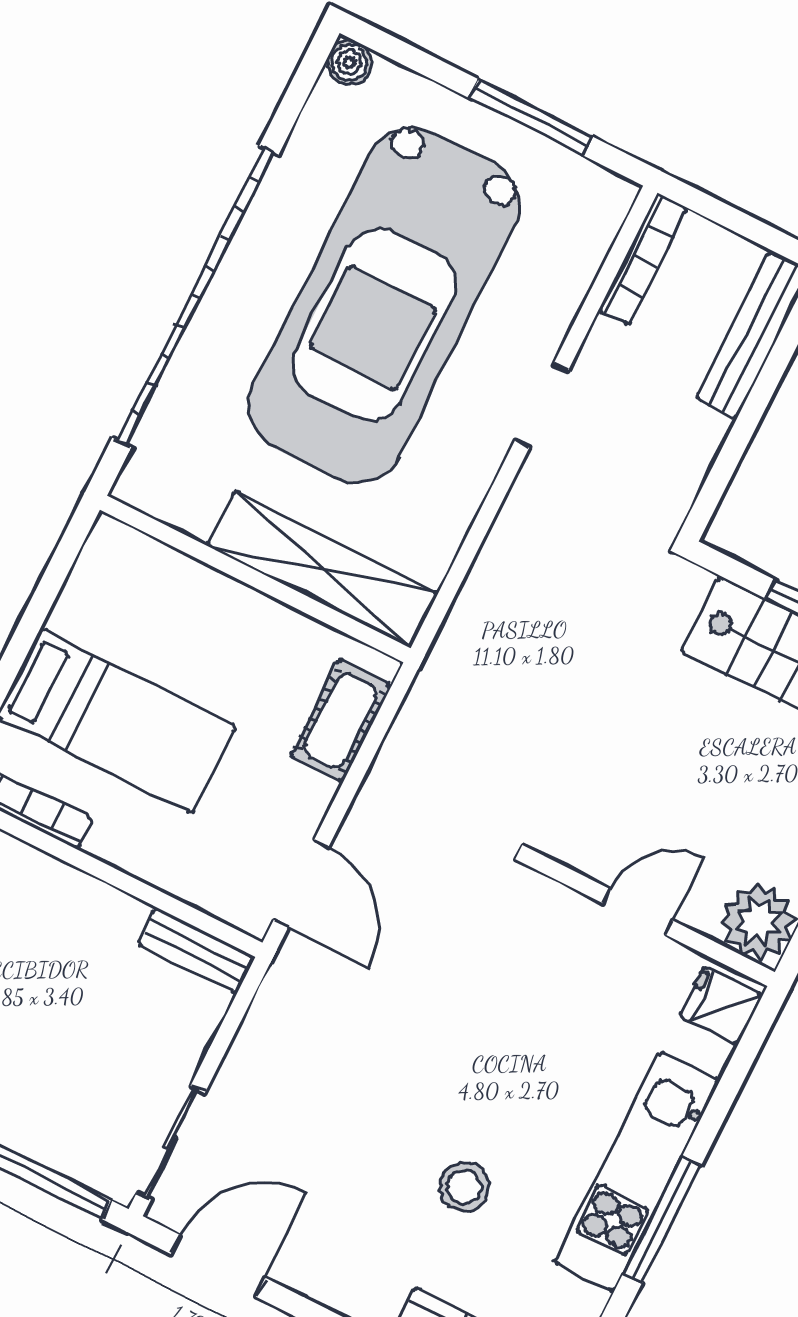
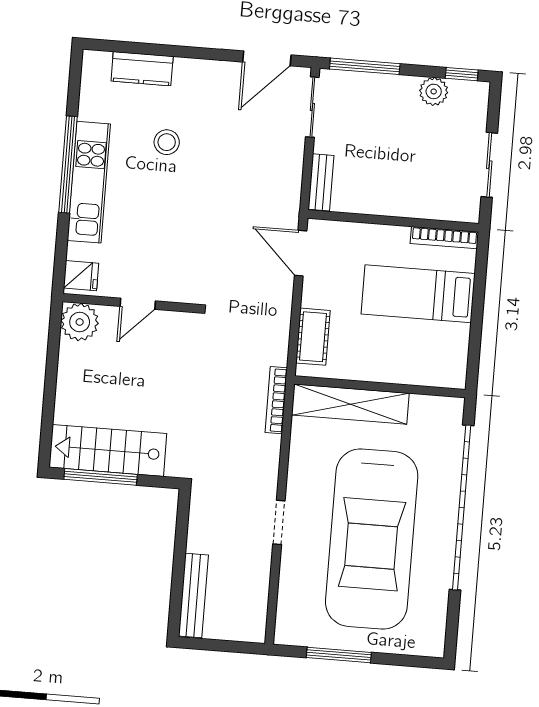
boiler: (349, 63) -> (434, 646), removed
bookcase: (643, 259) -> (276, 400), moved
car: (384, 306) -> (372, 539), turned 180
bench: (196, 950) -> (321, 182), moved, turned 90
window: (662, 1219) -> (68, 165), width x1.46

